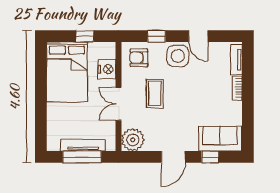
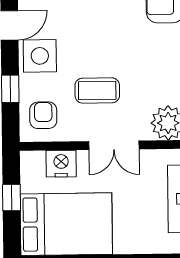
armchair: (139, 58) -> (43, 115), turned 180

